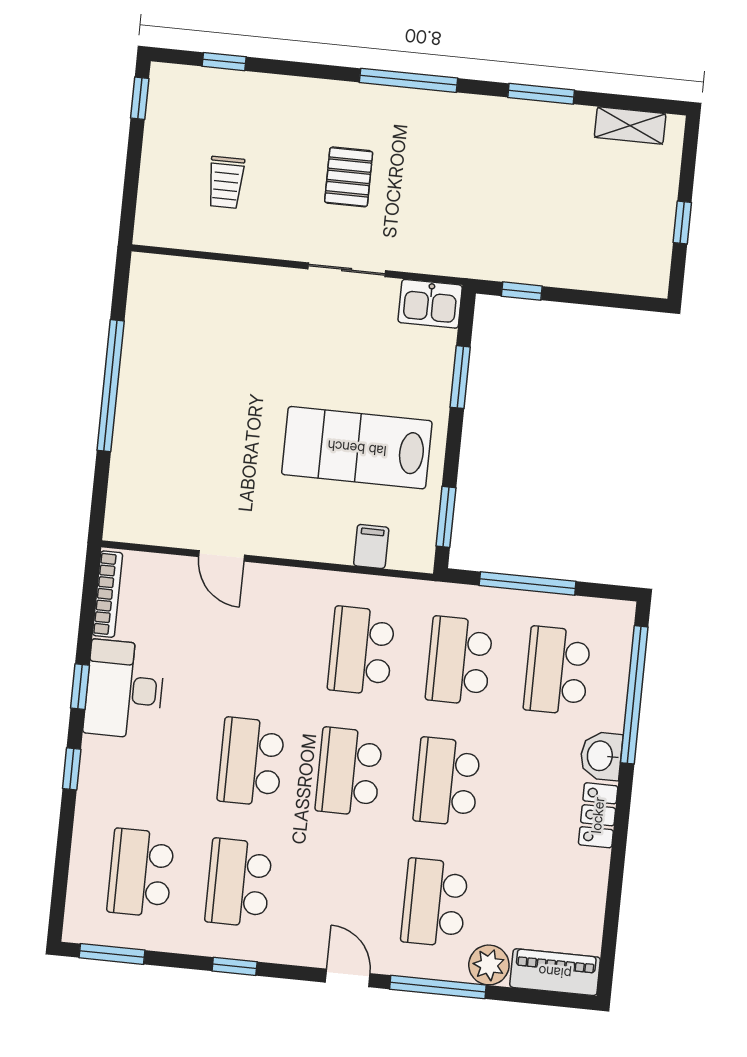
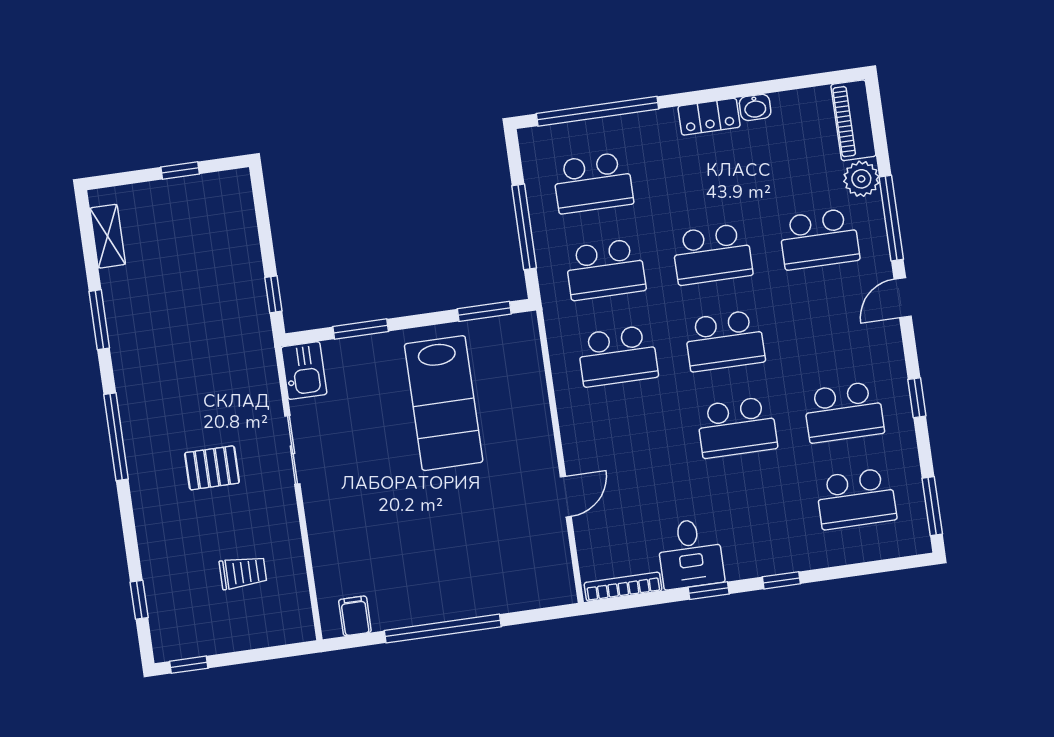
filing cabinet: (371, 546) -> (355, 616), moved, turned 90
desk: (124, 689) -> (690, 554), width x0.73
washbasin: (601, 756) -> (755, 107), moved, width x0.72, depth x0.69

